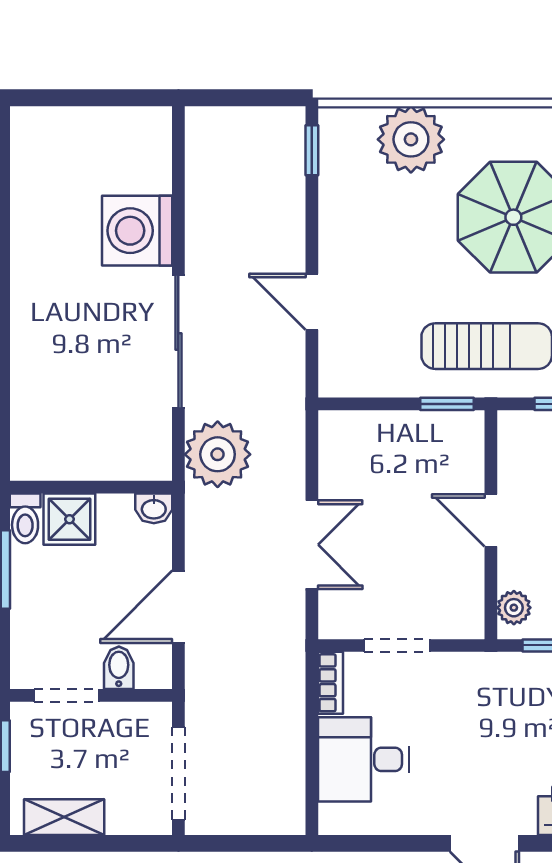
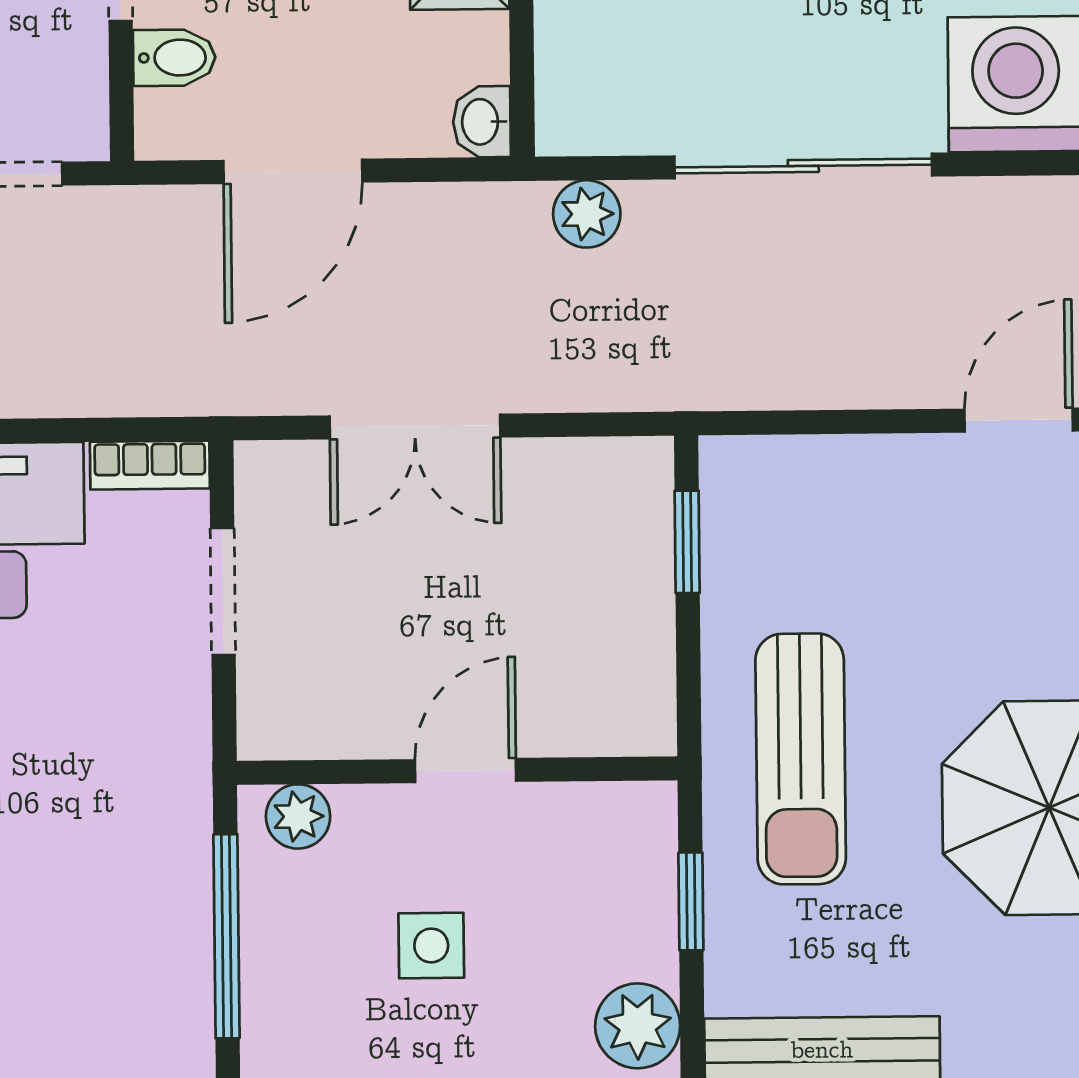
door: (312, 302) -> (1019, 420), moved
window: (447, 404) -> (687, 542), moved
plant: (218, 454) -> (587, 214), width x0.53, depth x0.53
door: (178, 607) -> (293, 171), swing flipped

